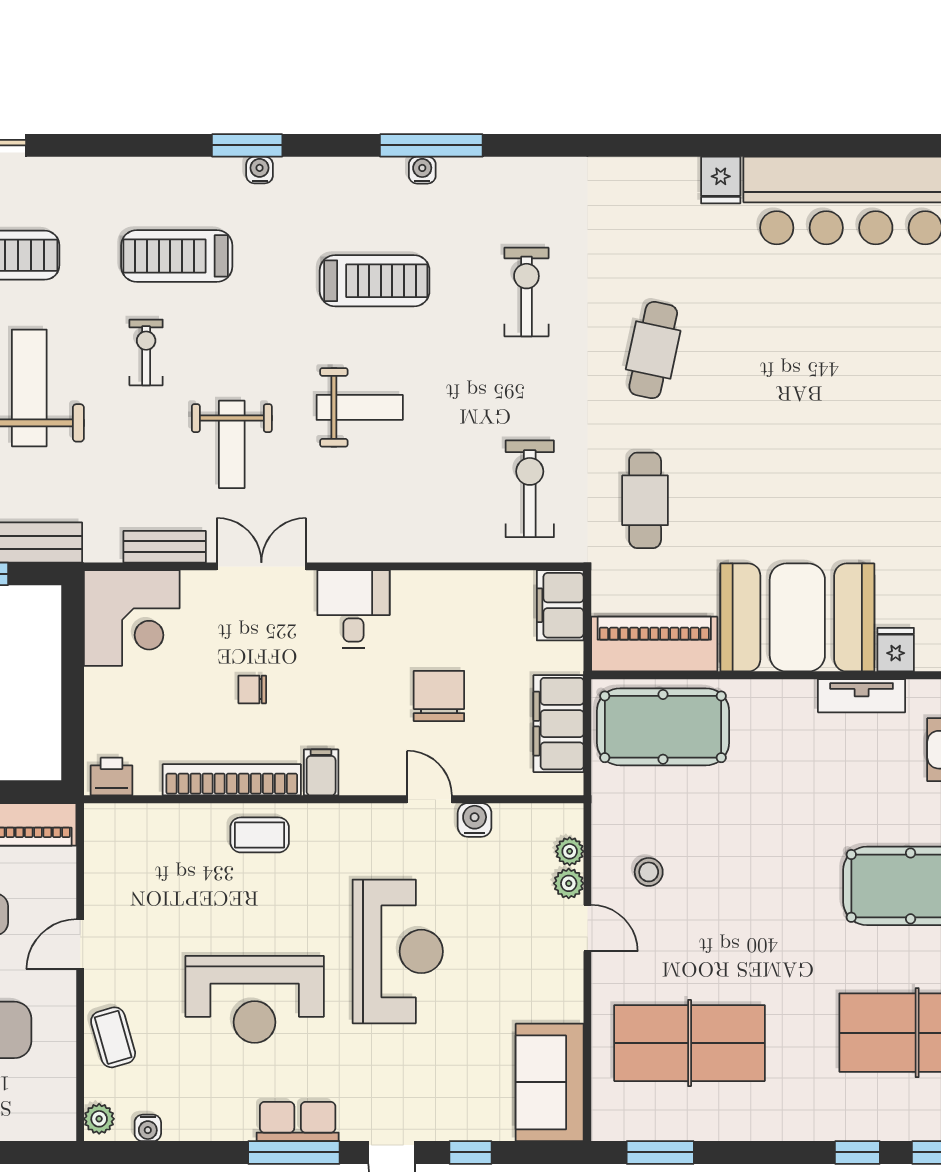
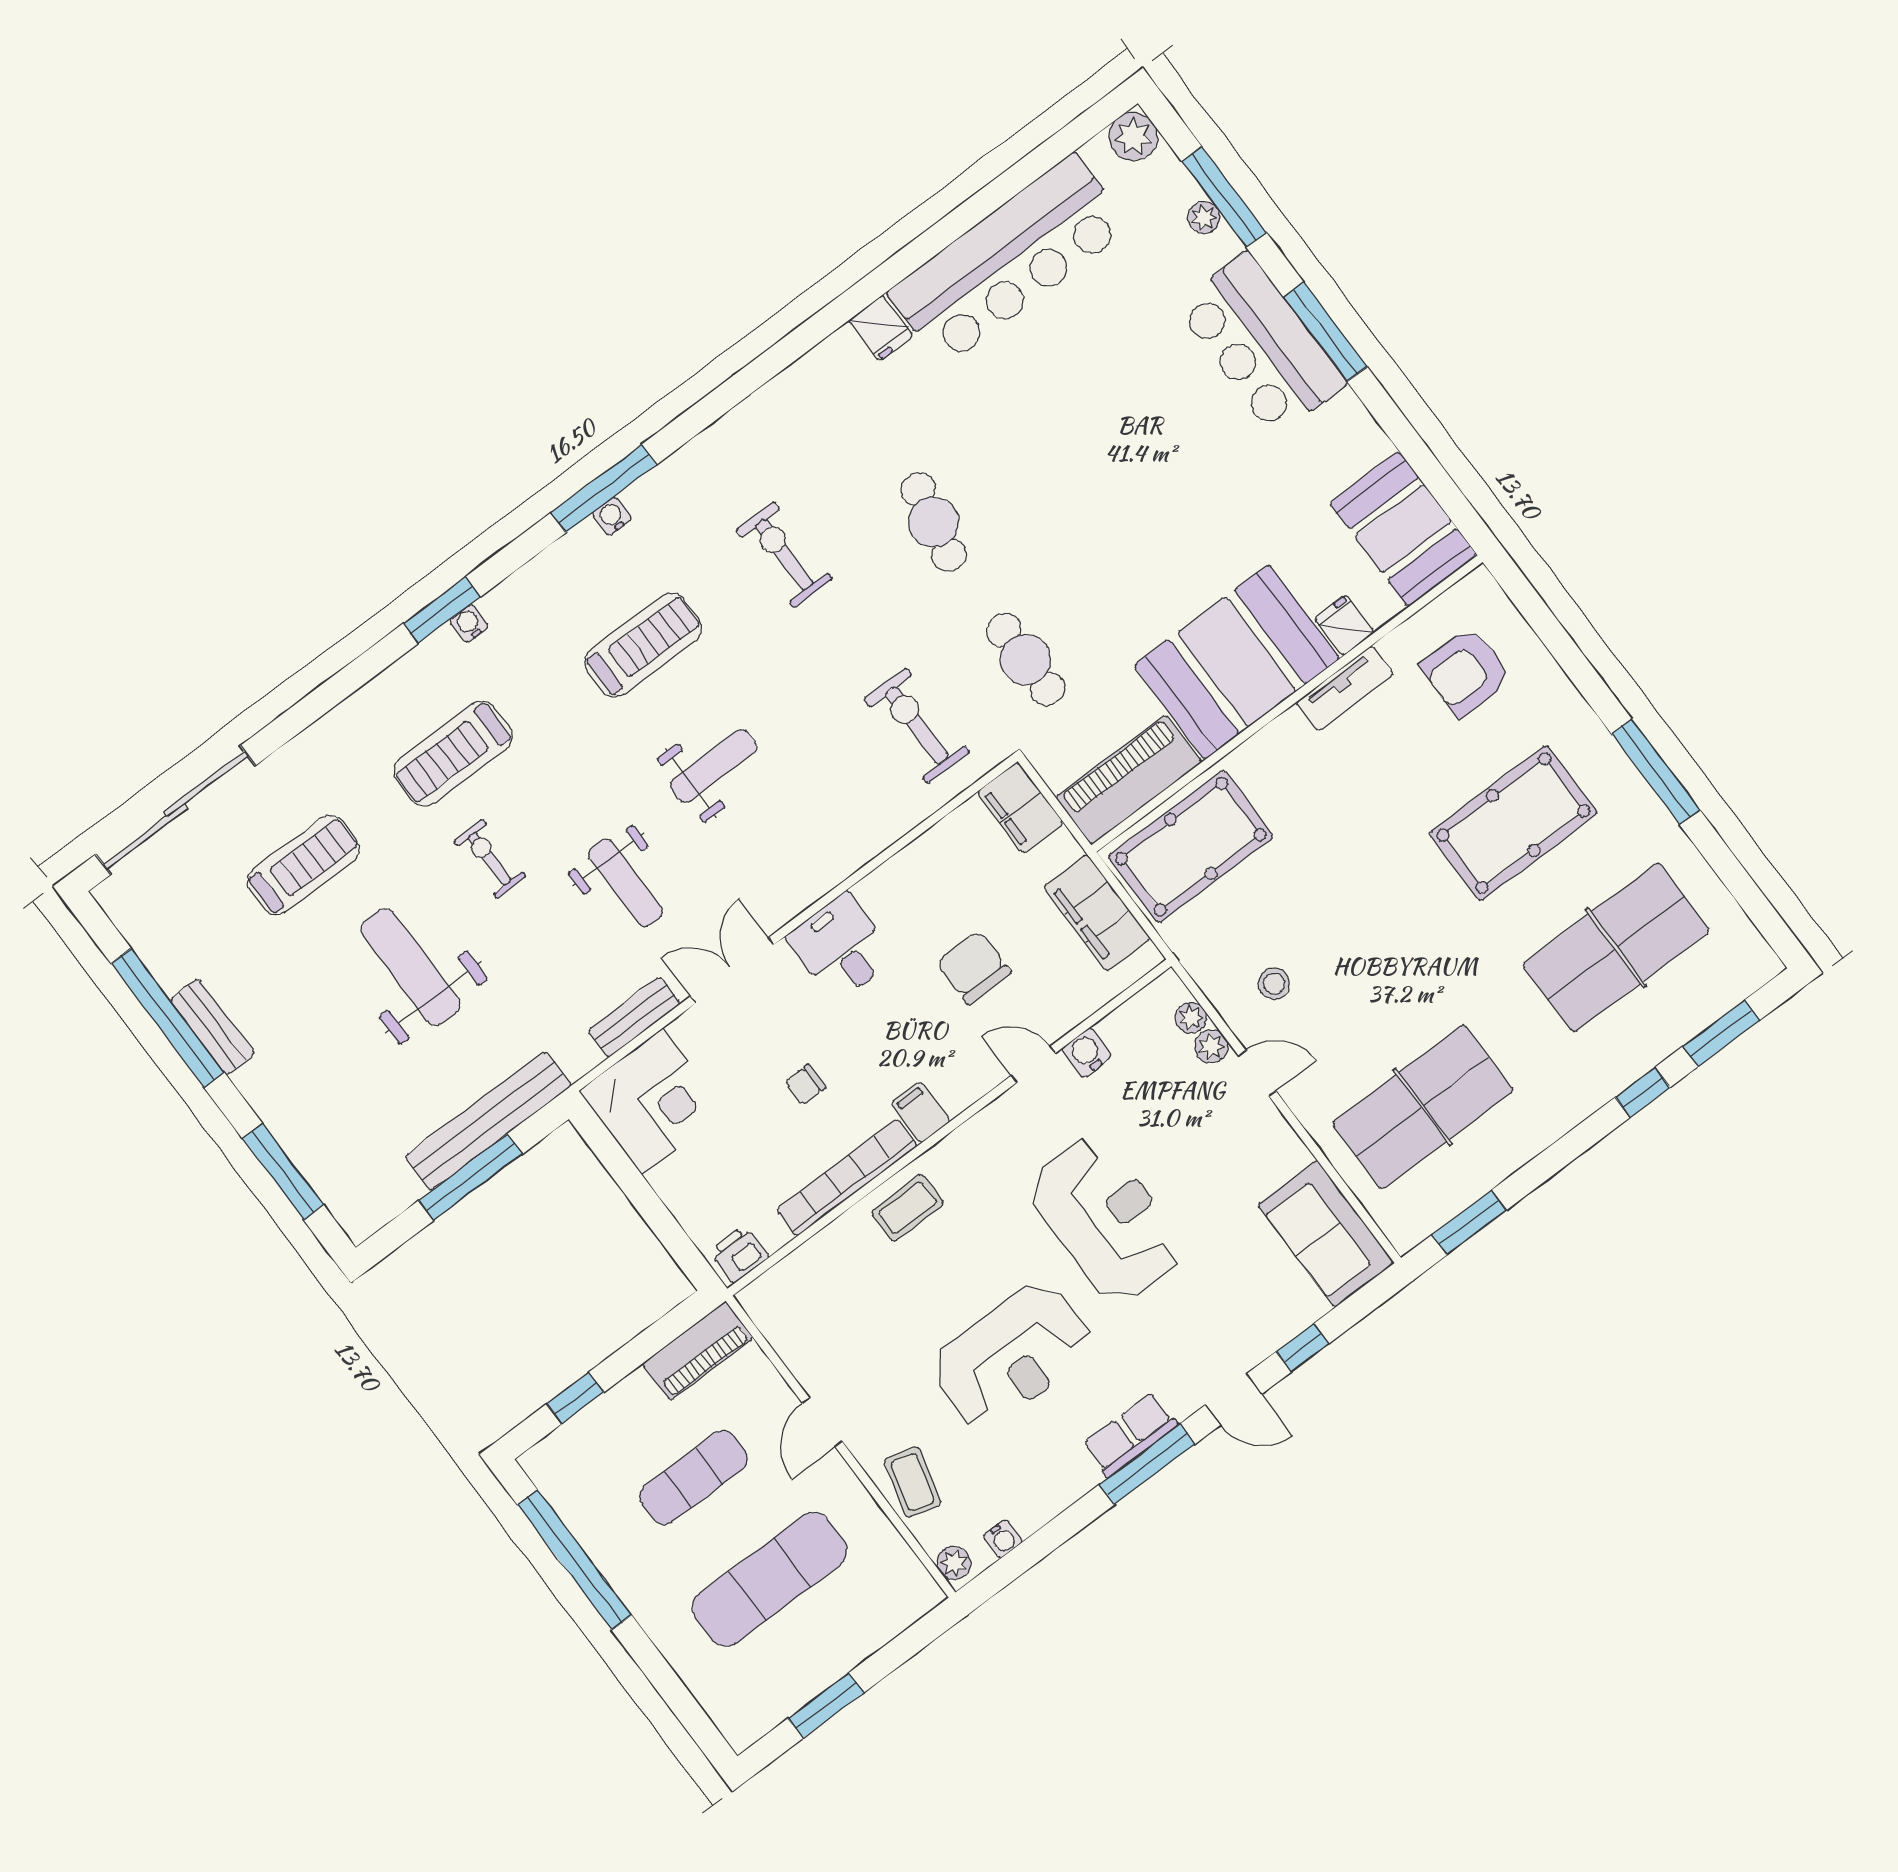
coffee table: (113, 1037) -> (913, 1482), turned 31

